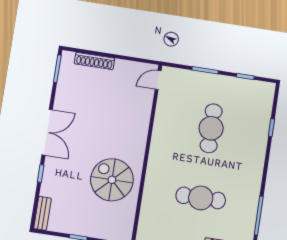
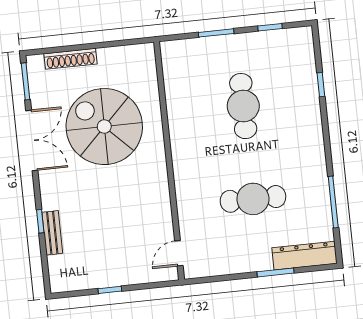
door: (158, 80) -> (179, 253), moved
double door: (47, 132) -> (32, 140), moved
spiral stairs: (112, 180) -> (104, 127), moved, width x1.37, depth x1.37
bench: (42, 213) -> (52, 233), moved

